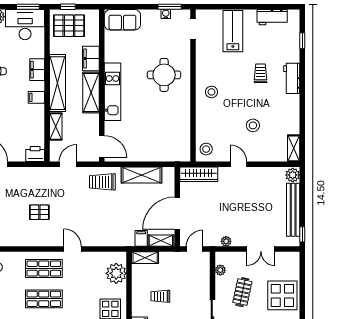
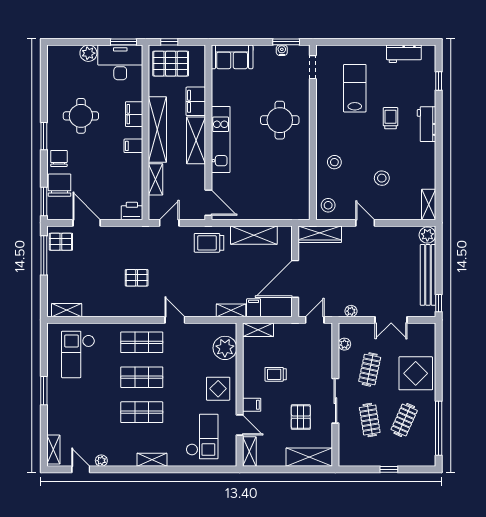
lab bench: (233, 31) -> (355, 88), moved
stool: (211, 92) -> (334, 162), moved
shelving: (161, 241) -> (231, 310), moved

